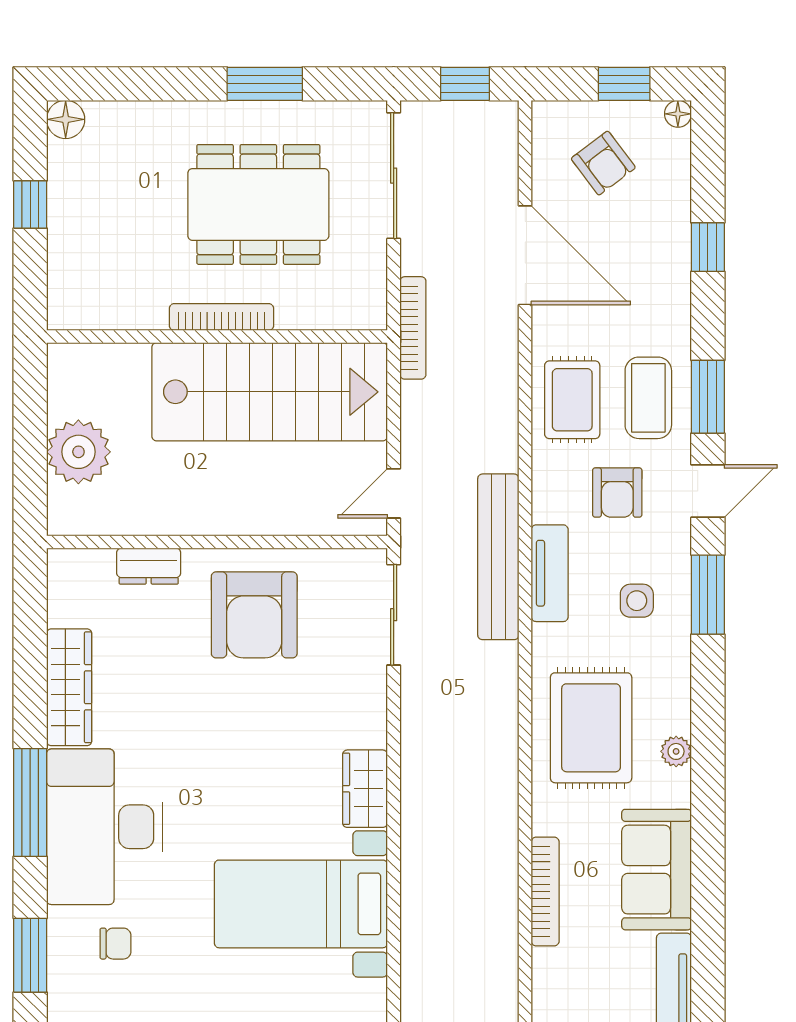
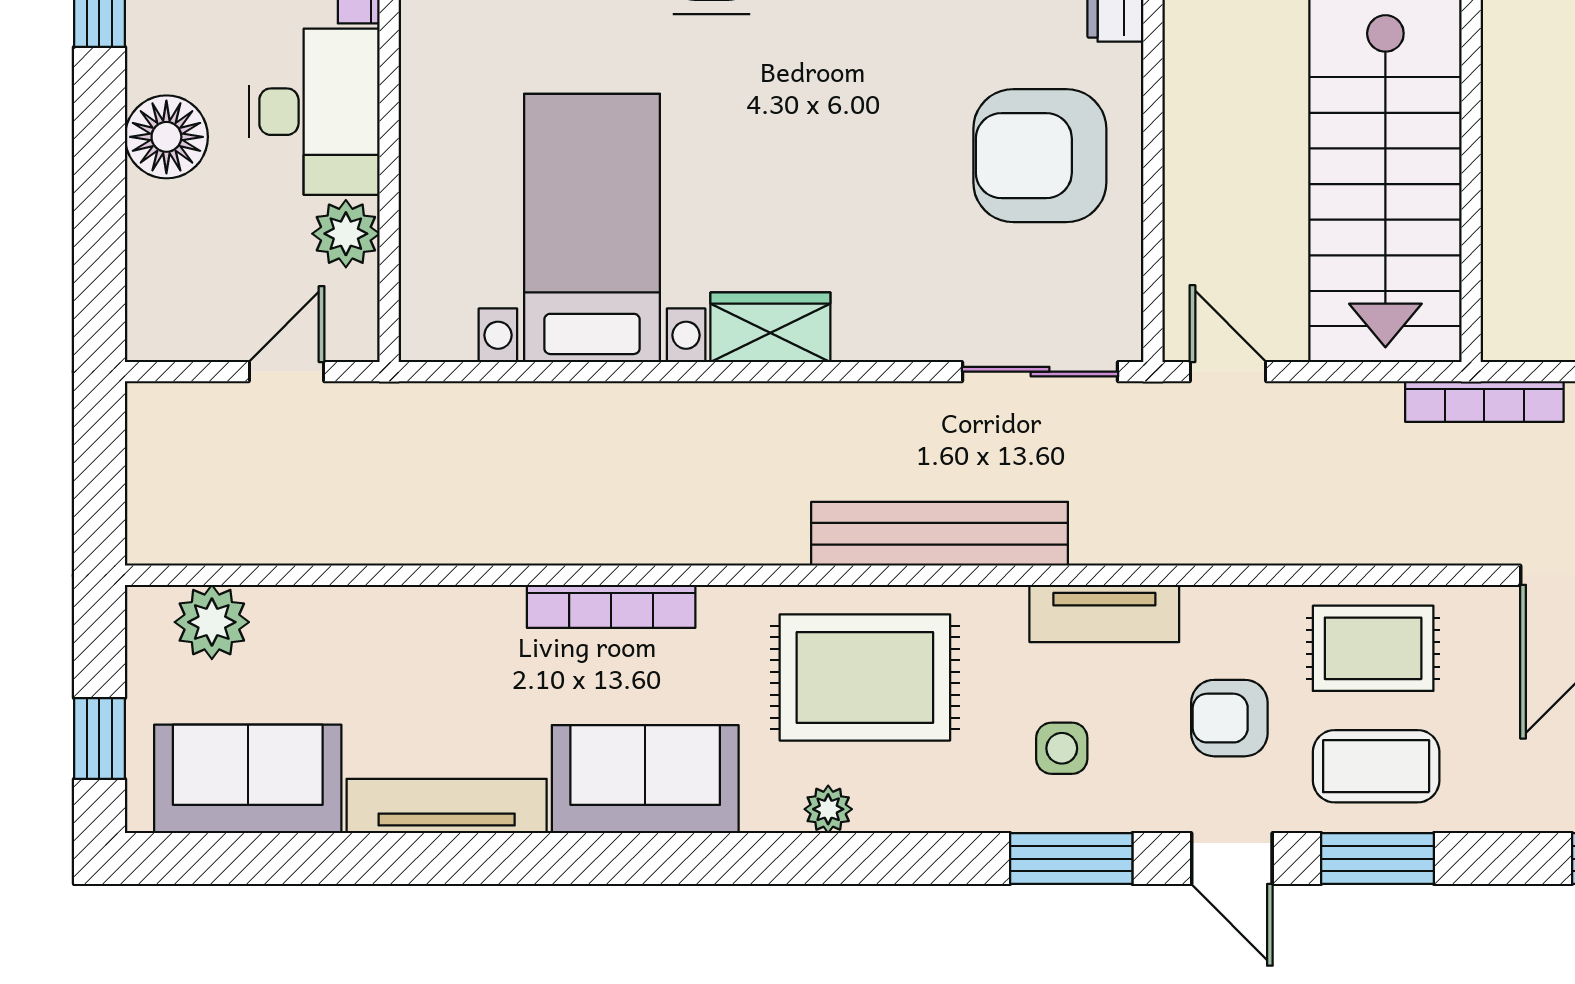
bookcase: (221, 317) -> (1501, 105), removed
bench: (498, 557) -> (940, 534), moved

